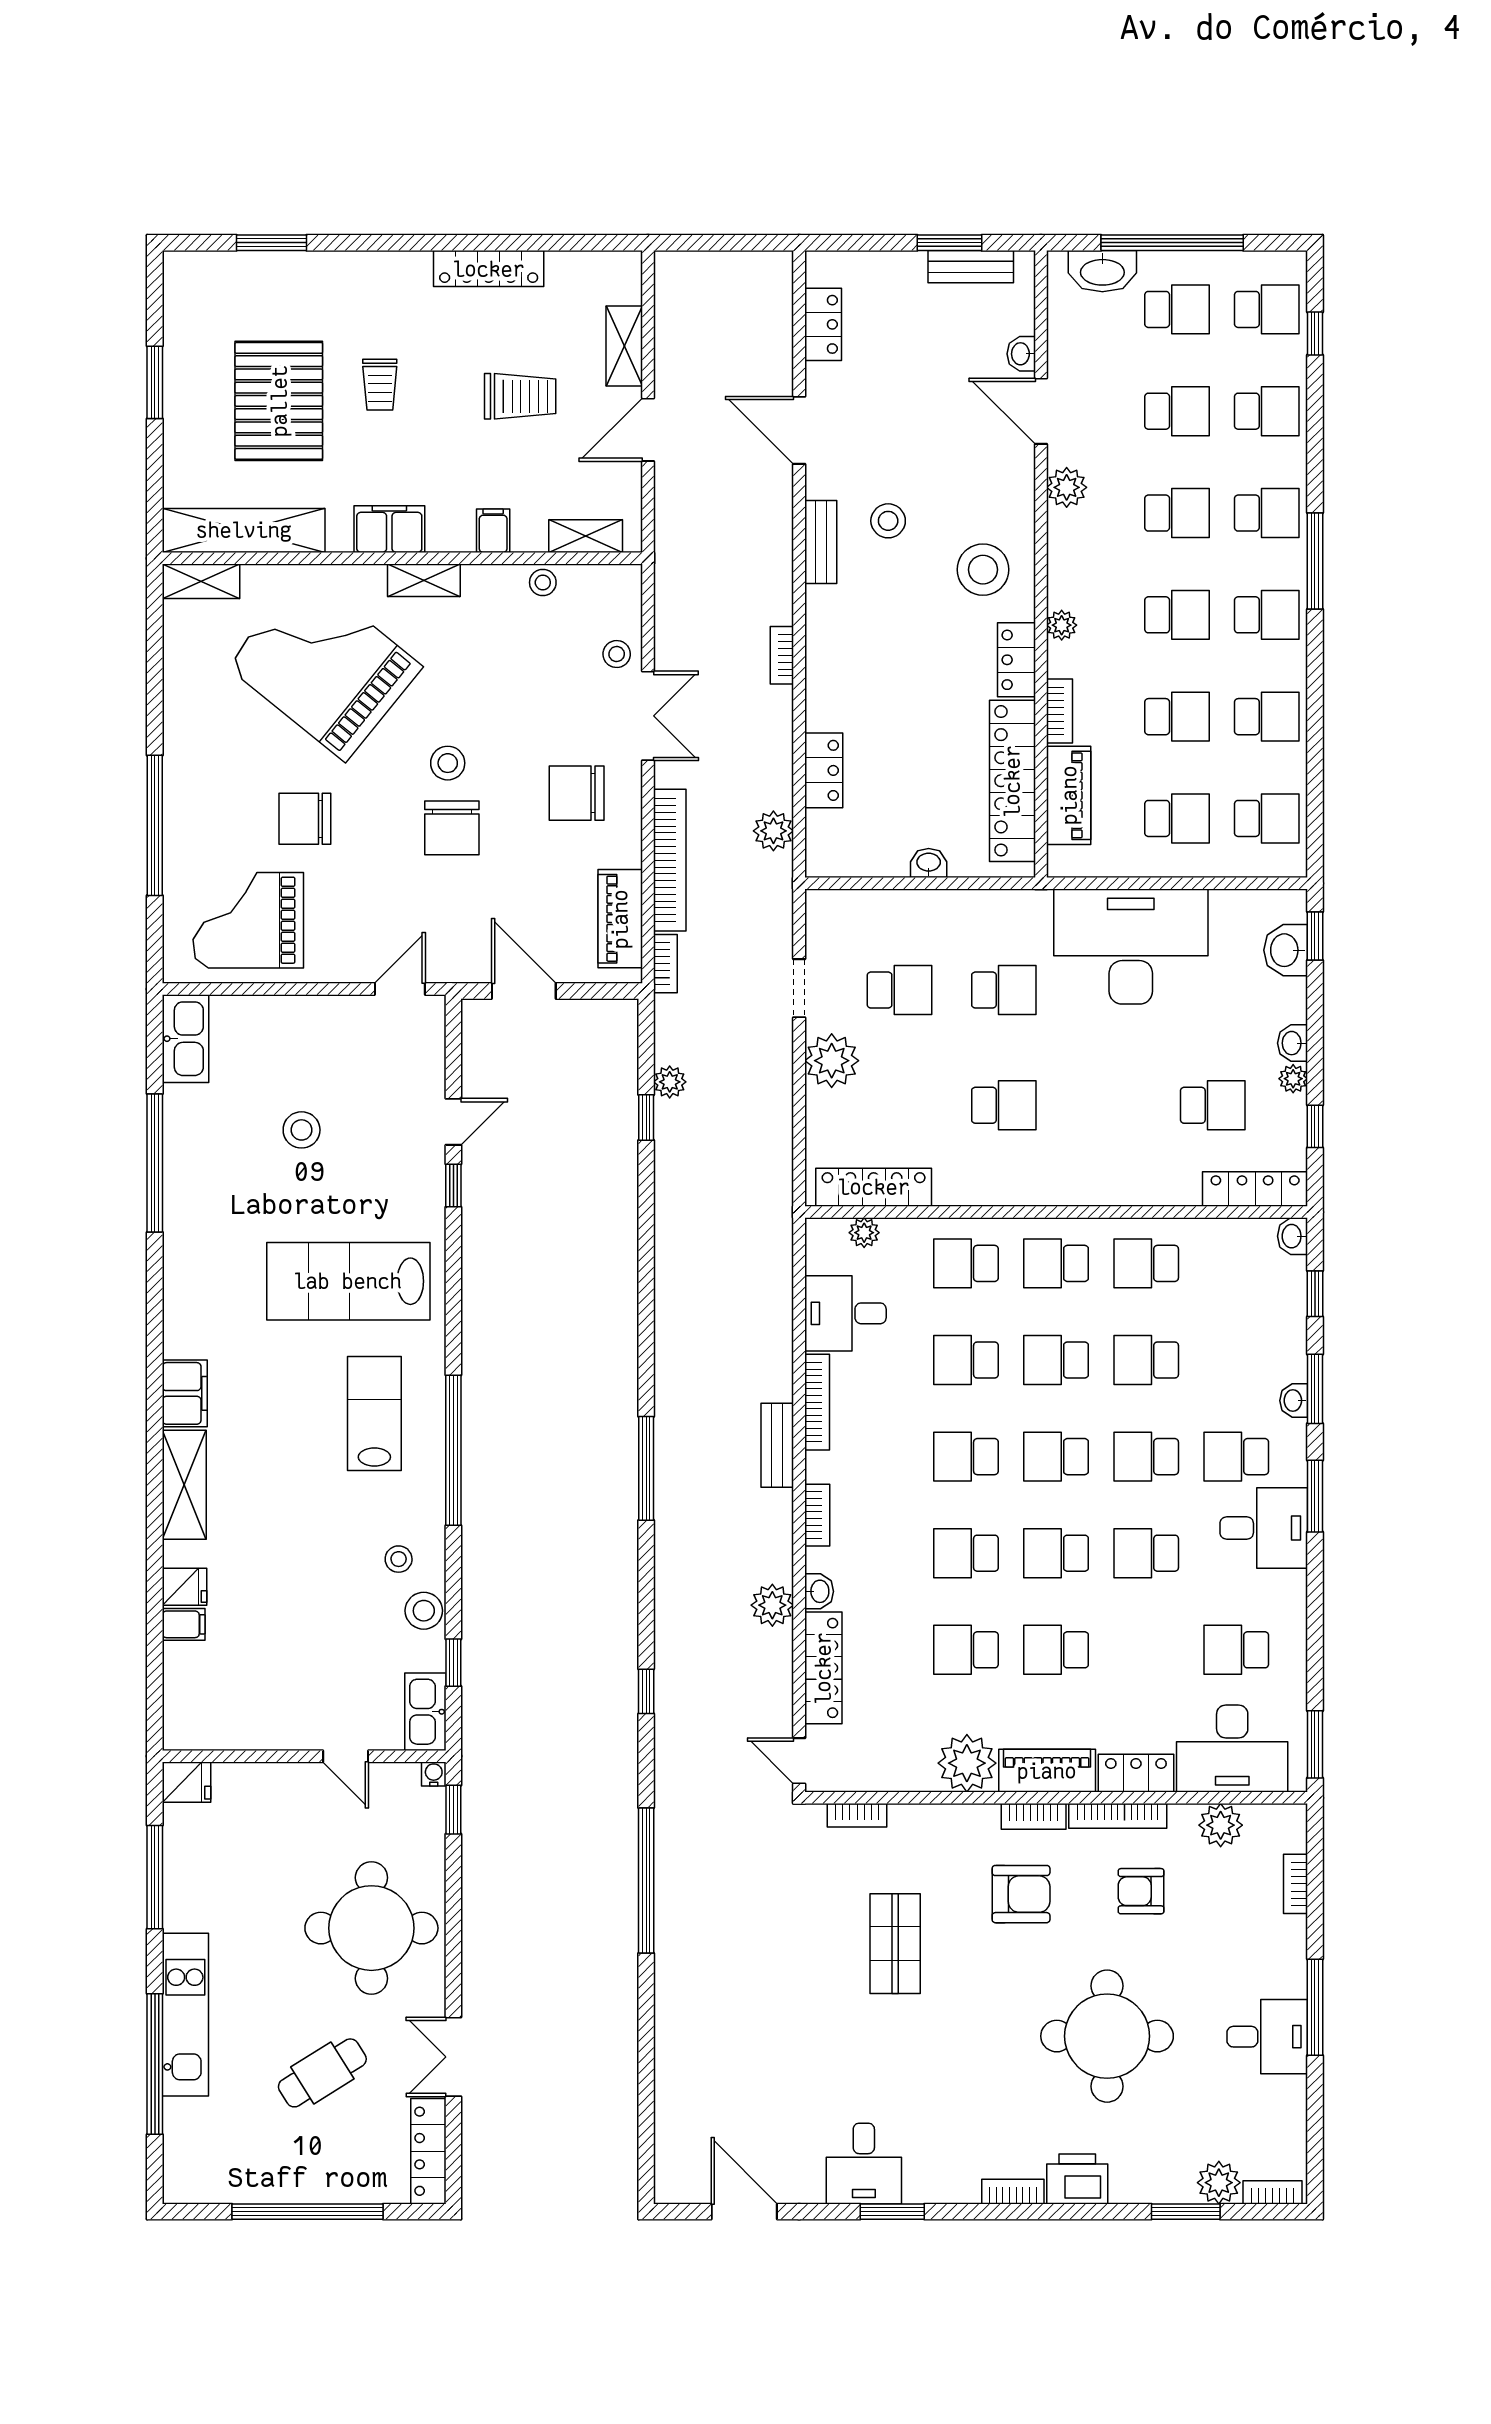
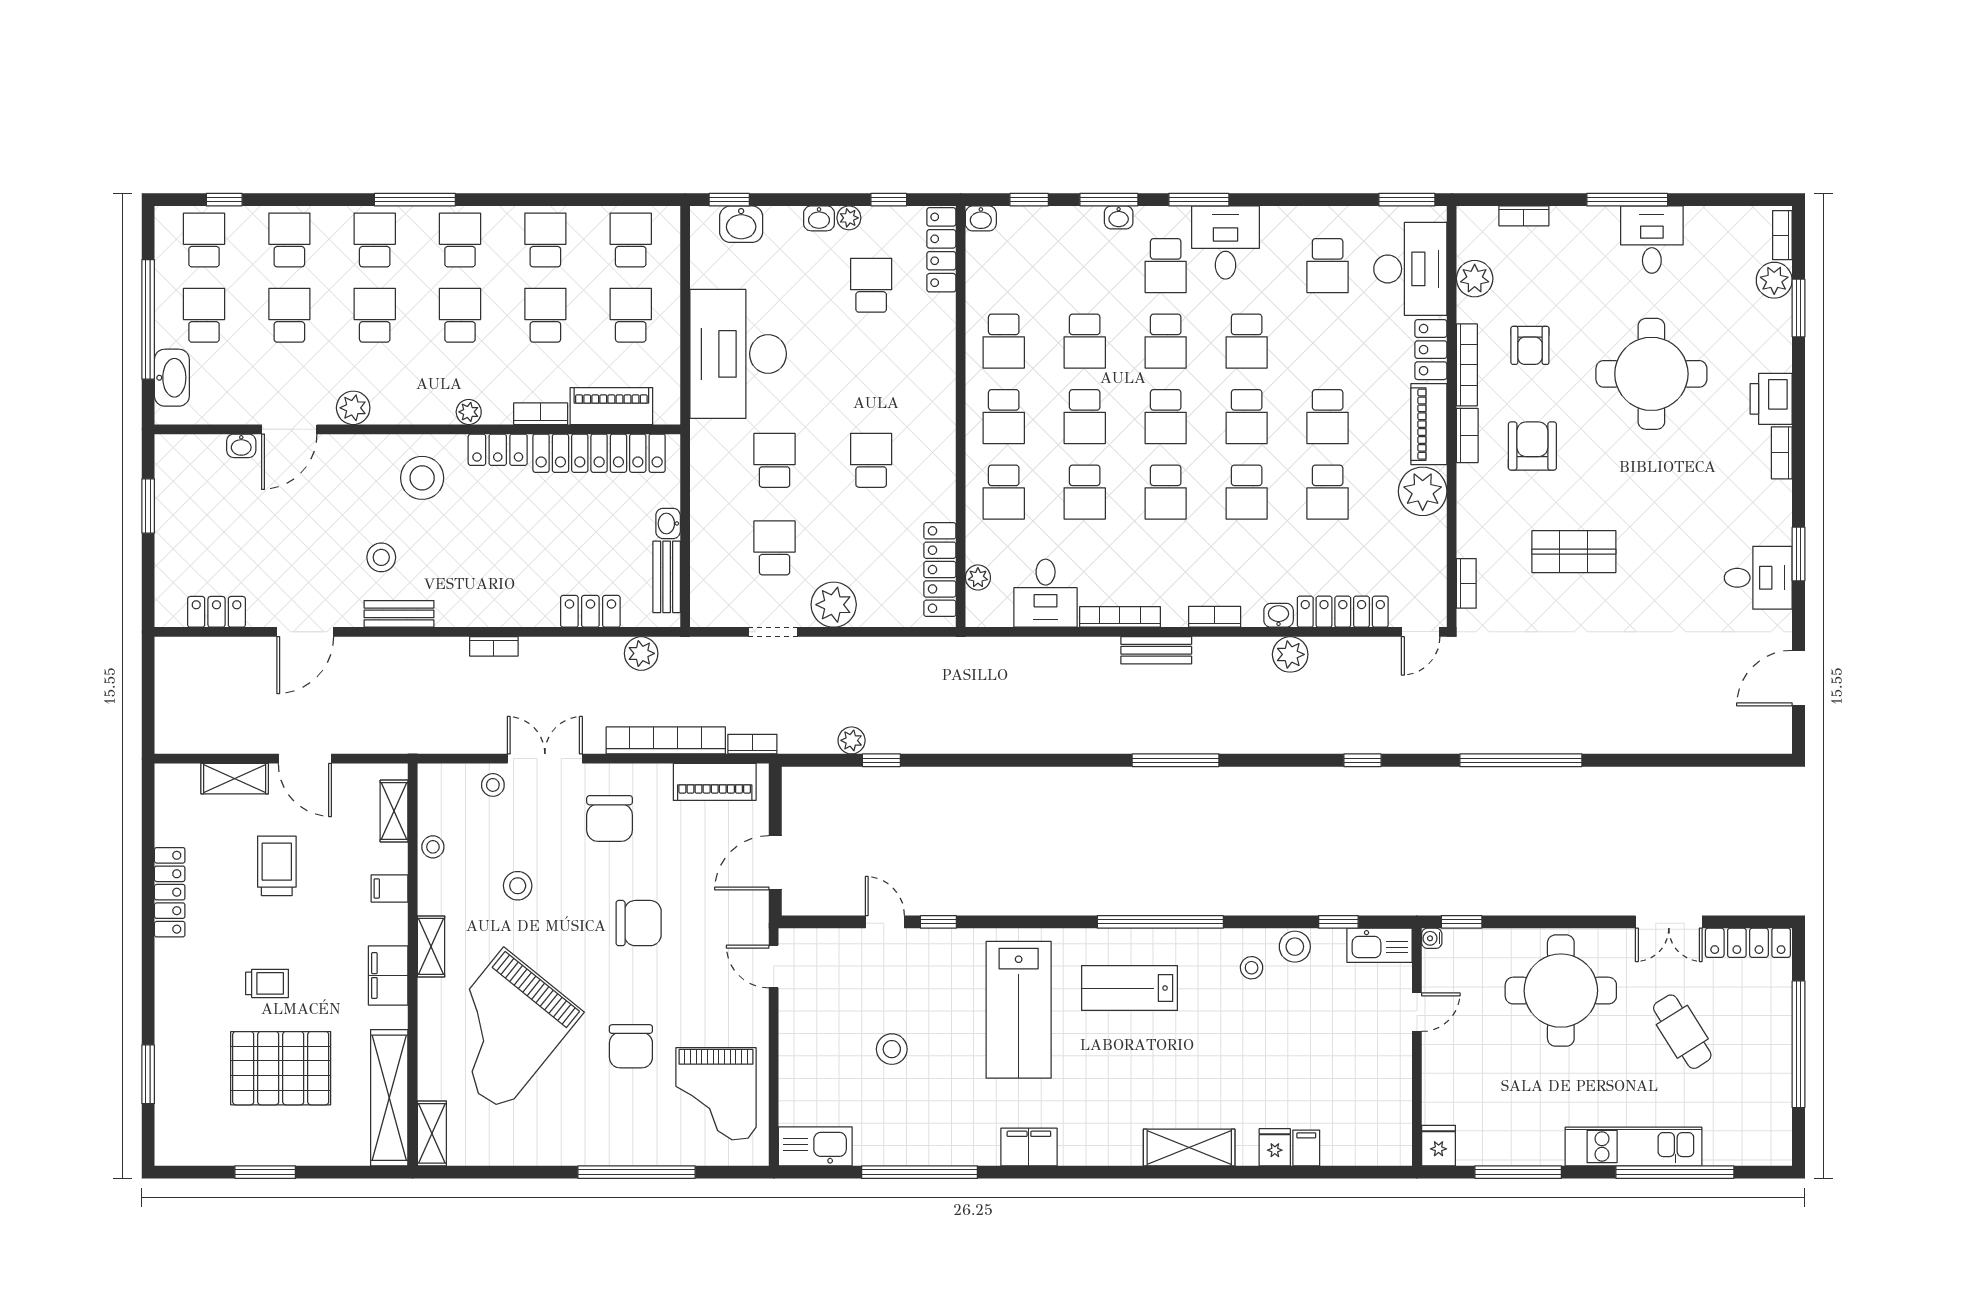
bench: (971, 267) -> (667, 577), moved
stool: (448, 763) -> (518, 886), moved
filing cabinet: (185, 1393) -> (1029, 1147), moved

